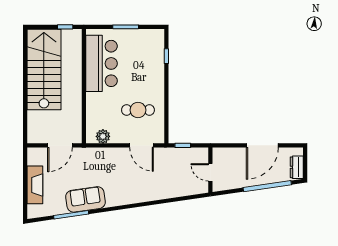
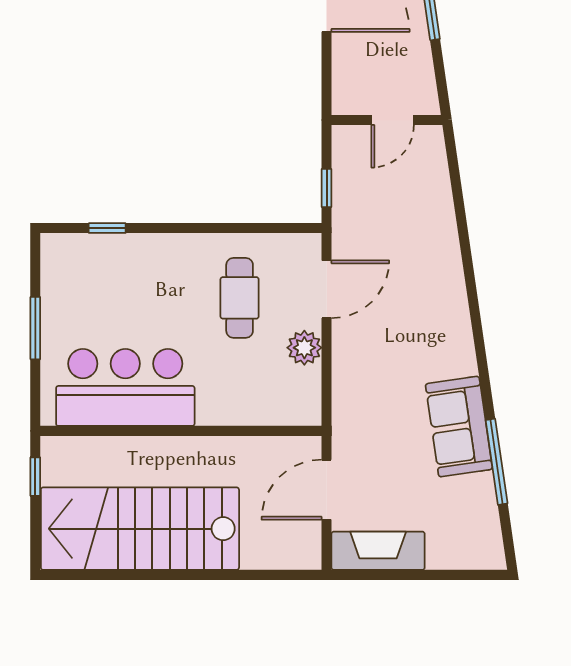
plant: (103, 136) -> (304, 348), moved
door: (60, 145) -> (327, 490), swing flipped
fireplace: (35, 185) -> (378, 551), moved

